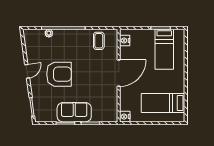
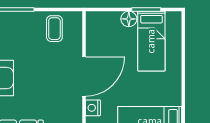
floor lamp: (149, 34) -> (129, 19), added
nightstand: (125, 41) -> (93, 108), moved

